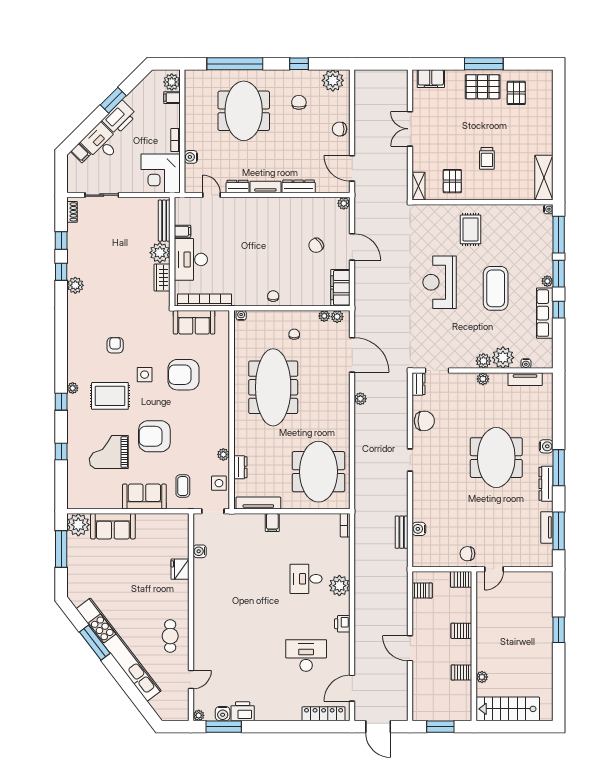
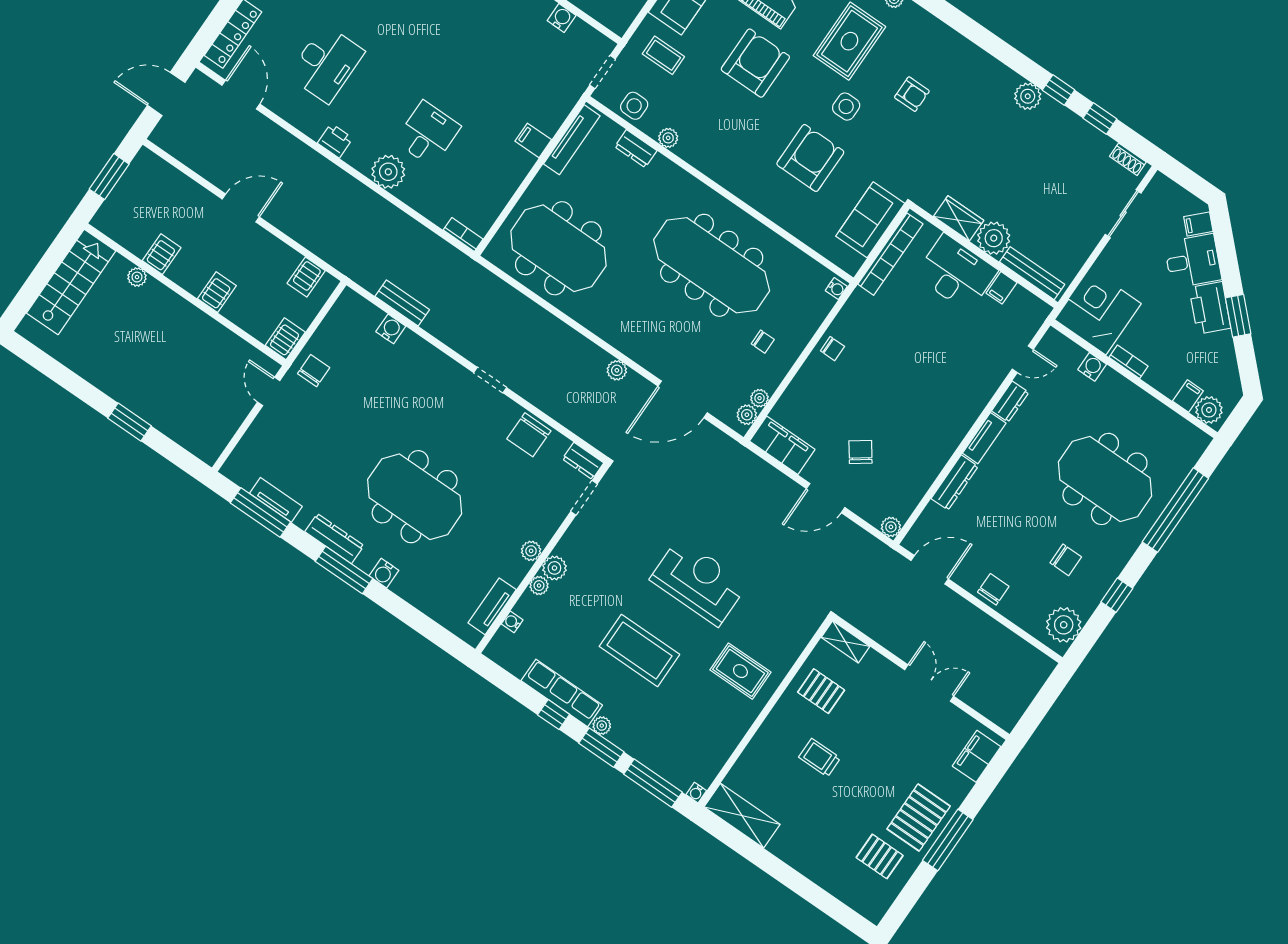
plant: (503, 358) -> (539, 586), width x0.53, depth x0.53

